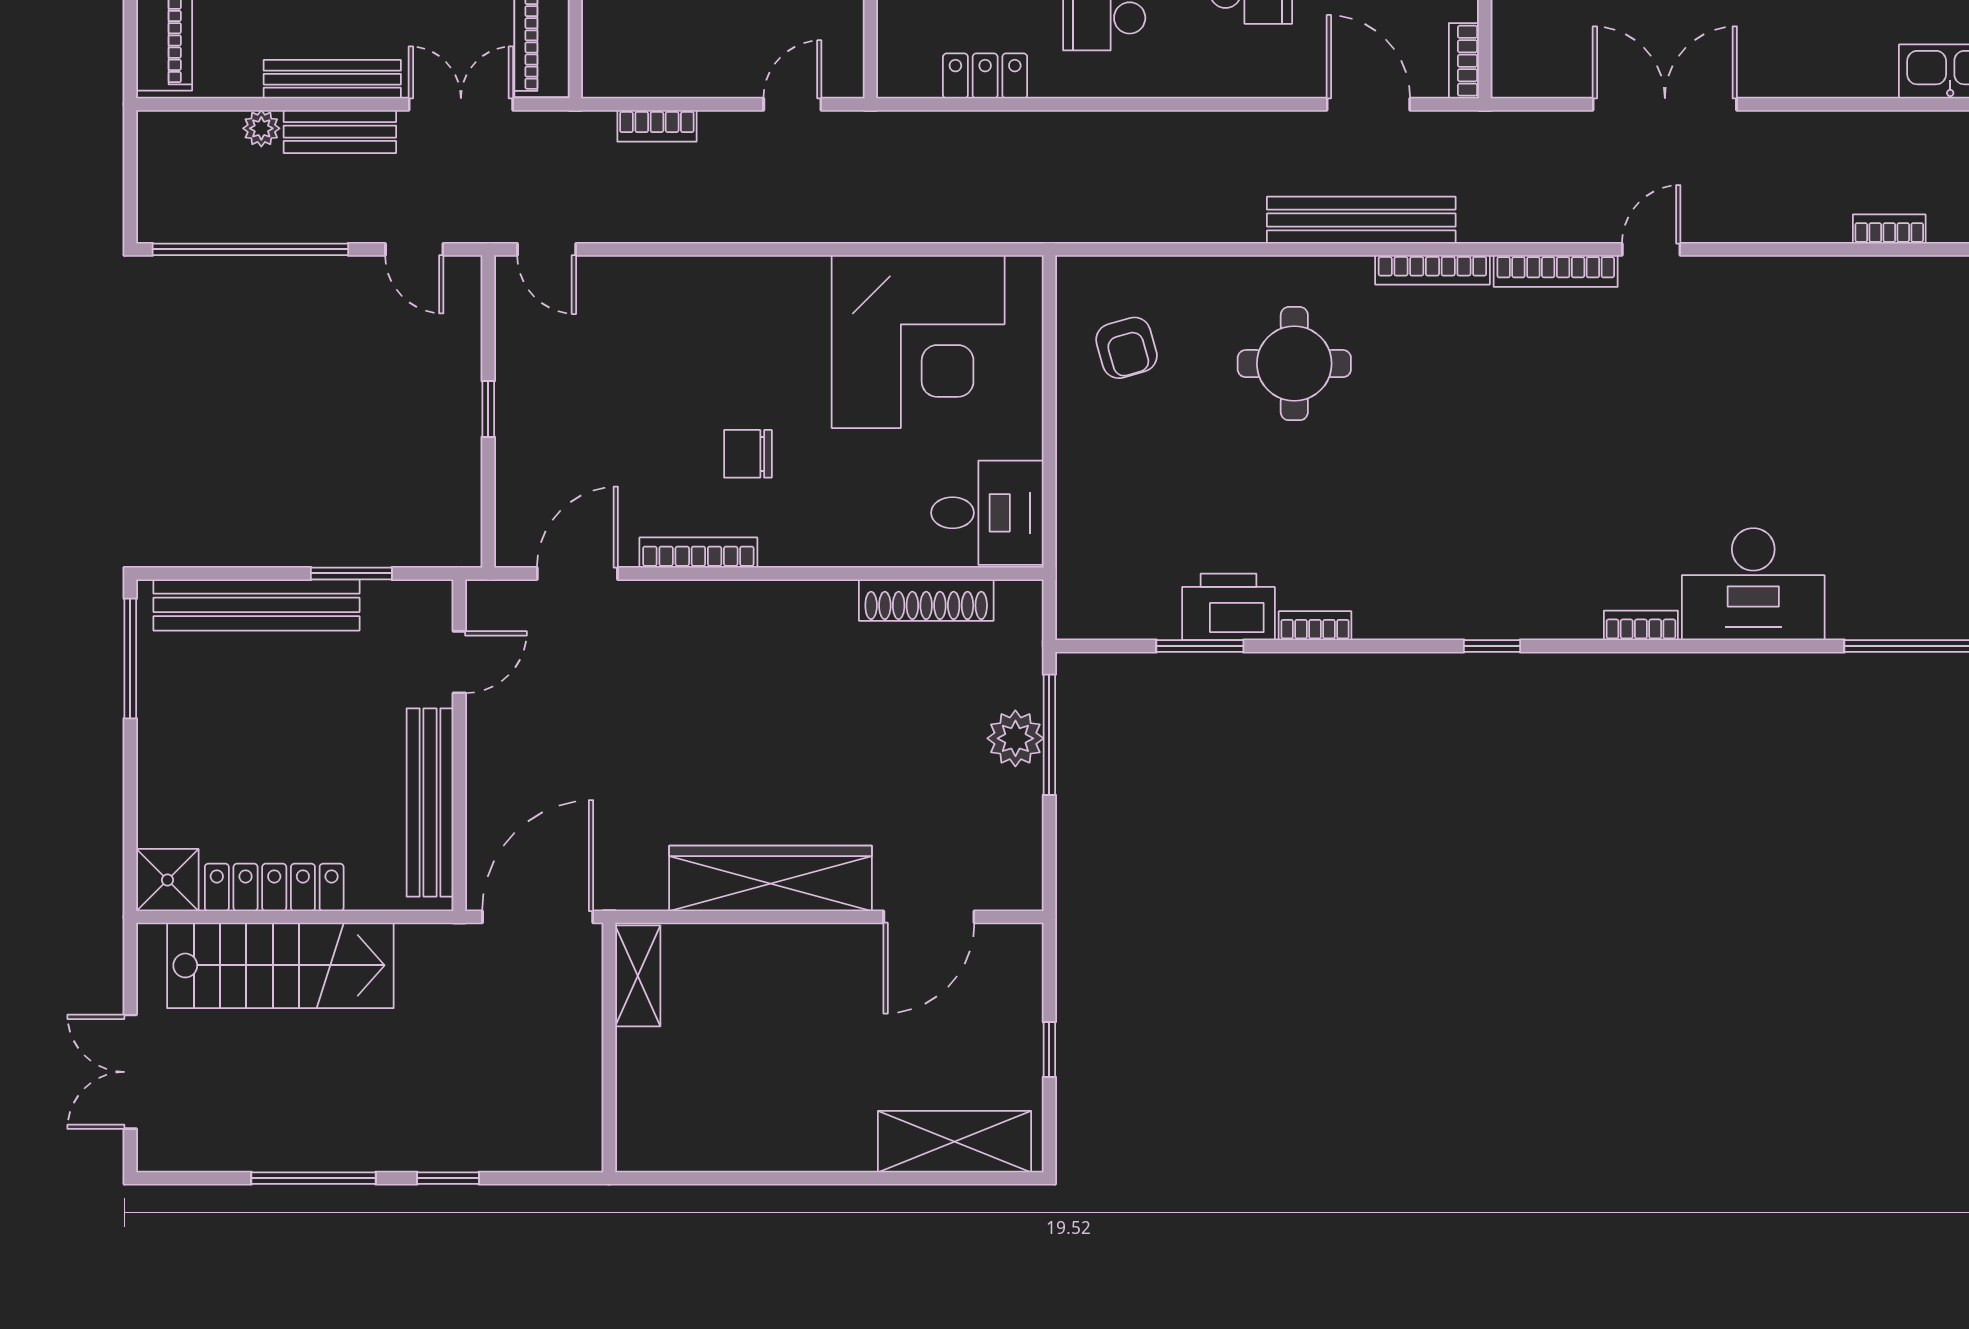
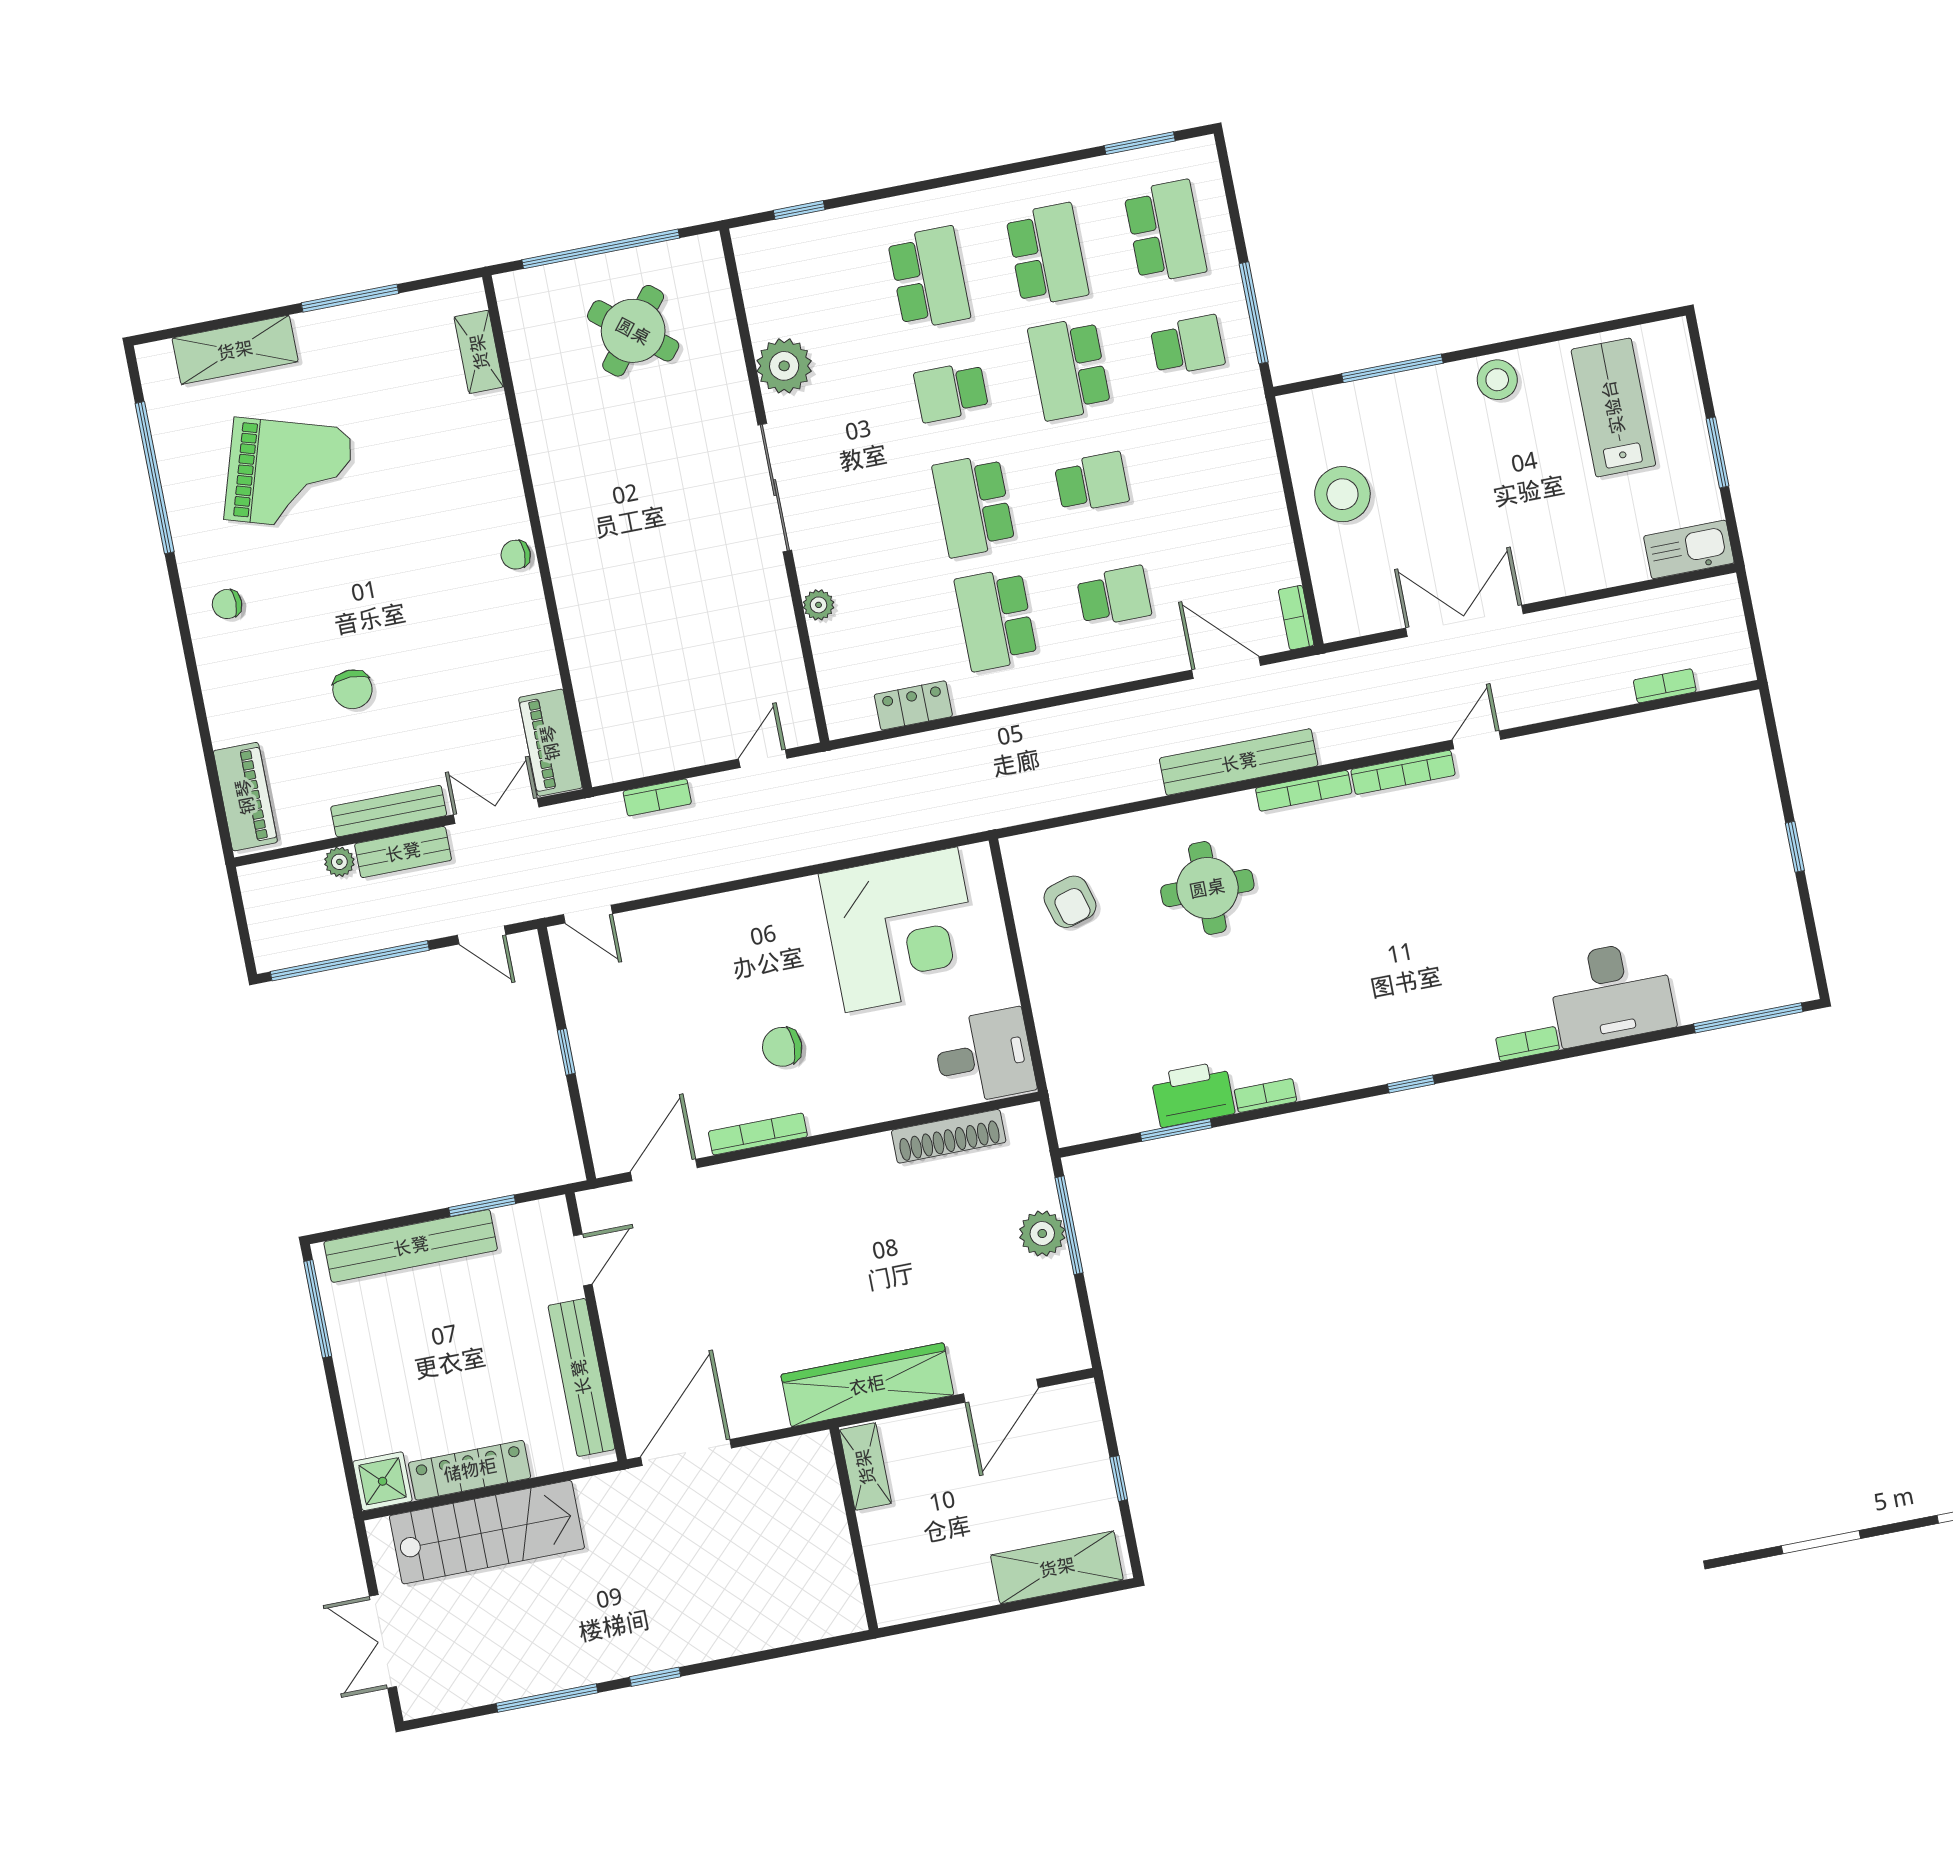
shelving: (638, 976) -> (865, 1467), moved
wall: (609, 1048) -> (854, 1529), moved

